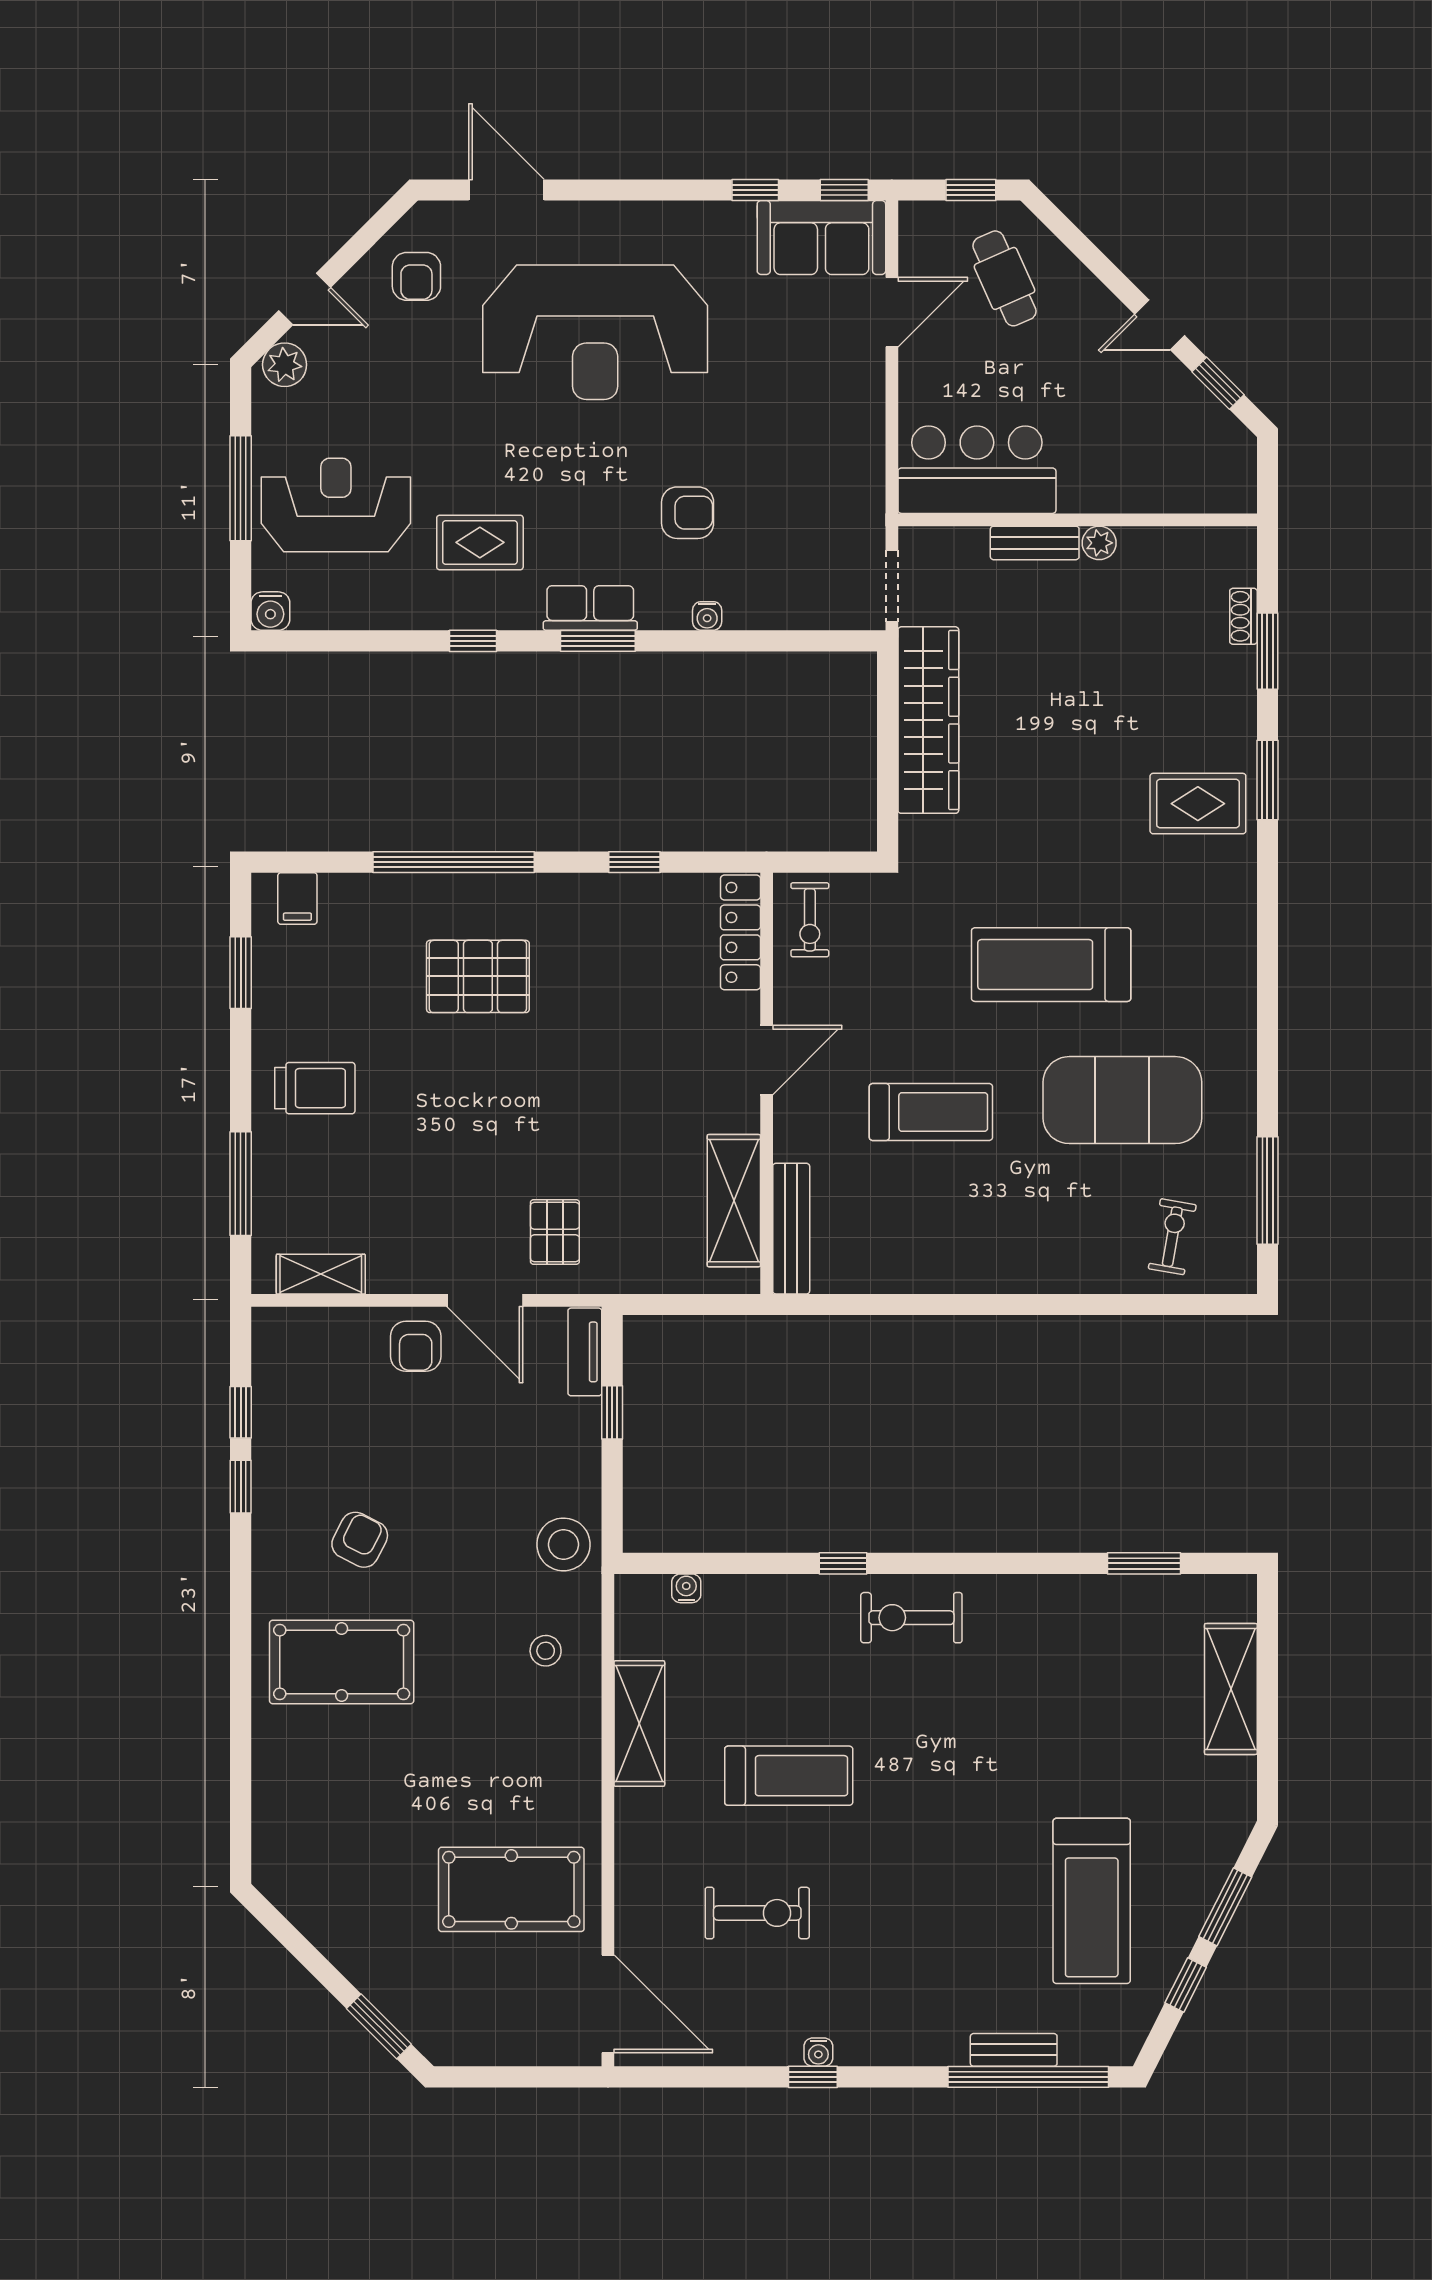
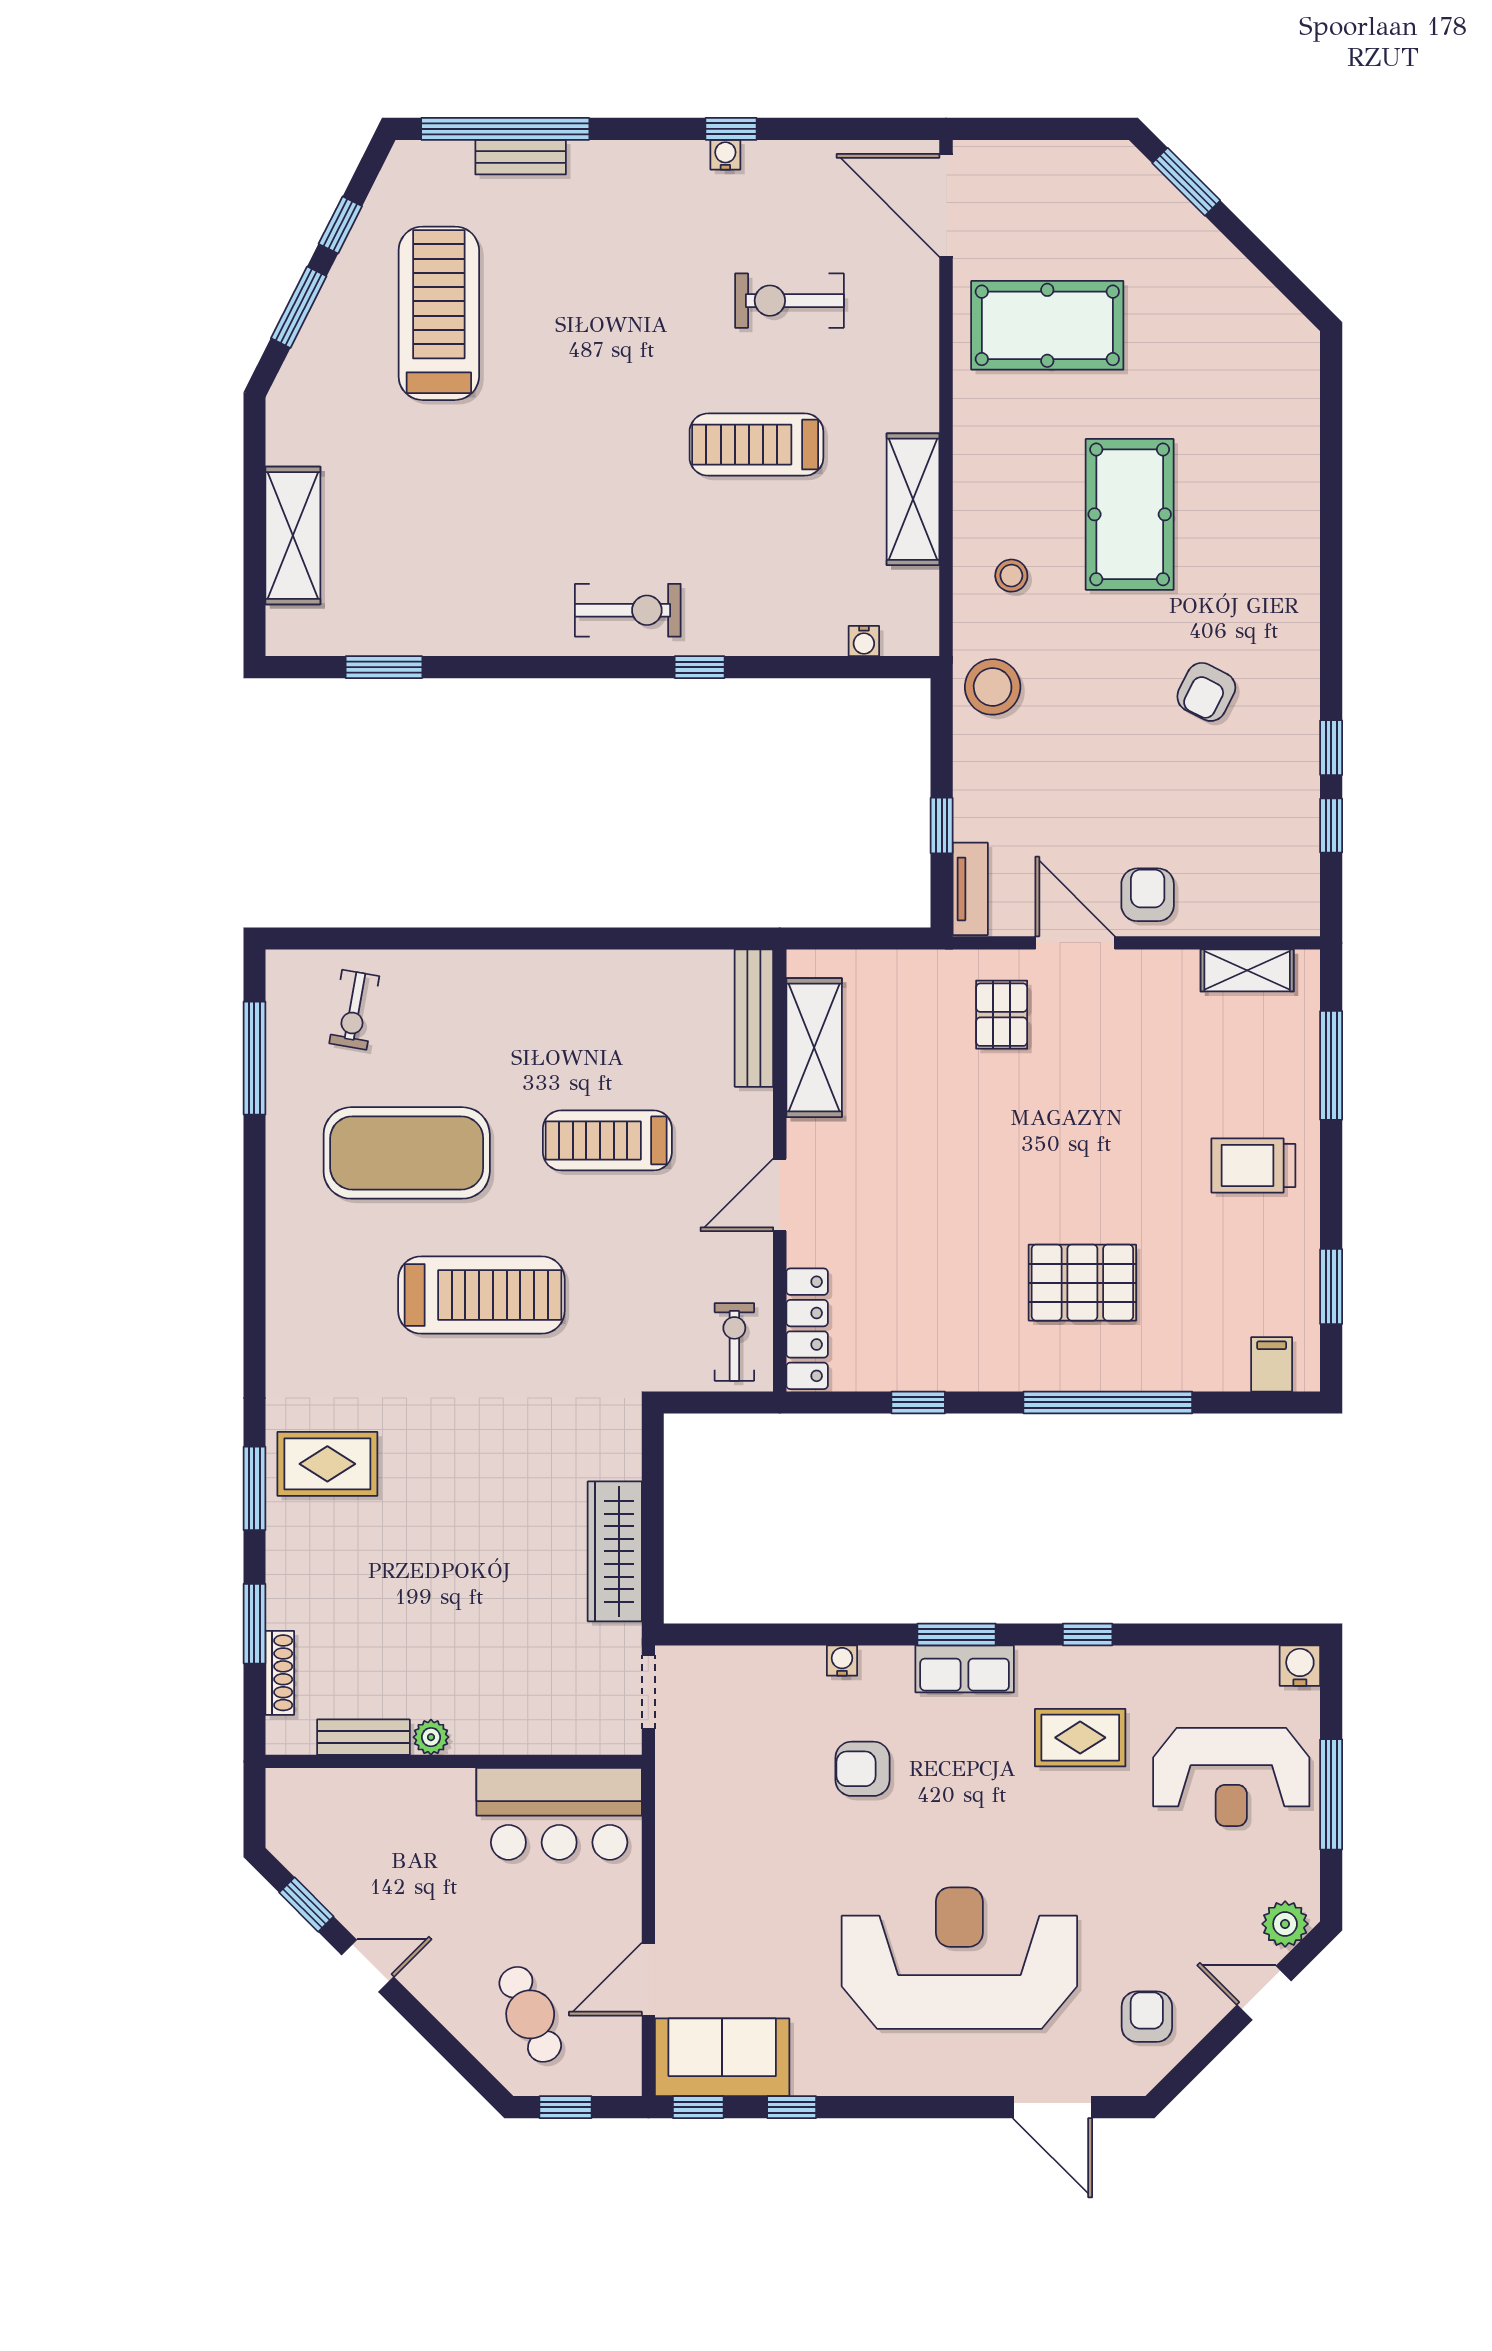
bench: (1035, 543) -> (363, 1737), moved
shoe rack: (1243, 616) -> (280, 1673), width x1.43
wardrobe: (928, 720) -> (615, 1551), width x0.71, depth x0.85
pool table: (342, 1662) -> (1130, 514), moved, turned 90

